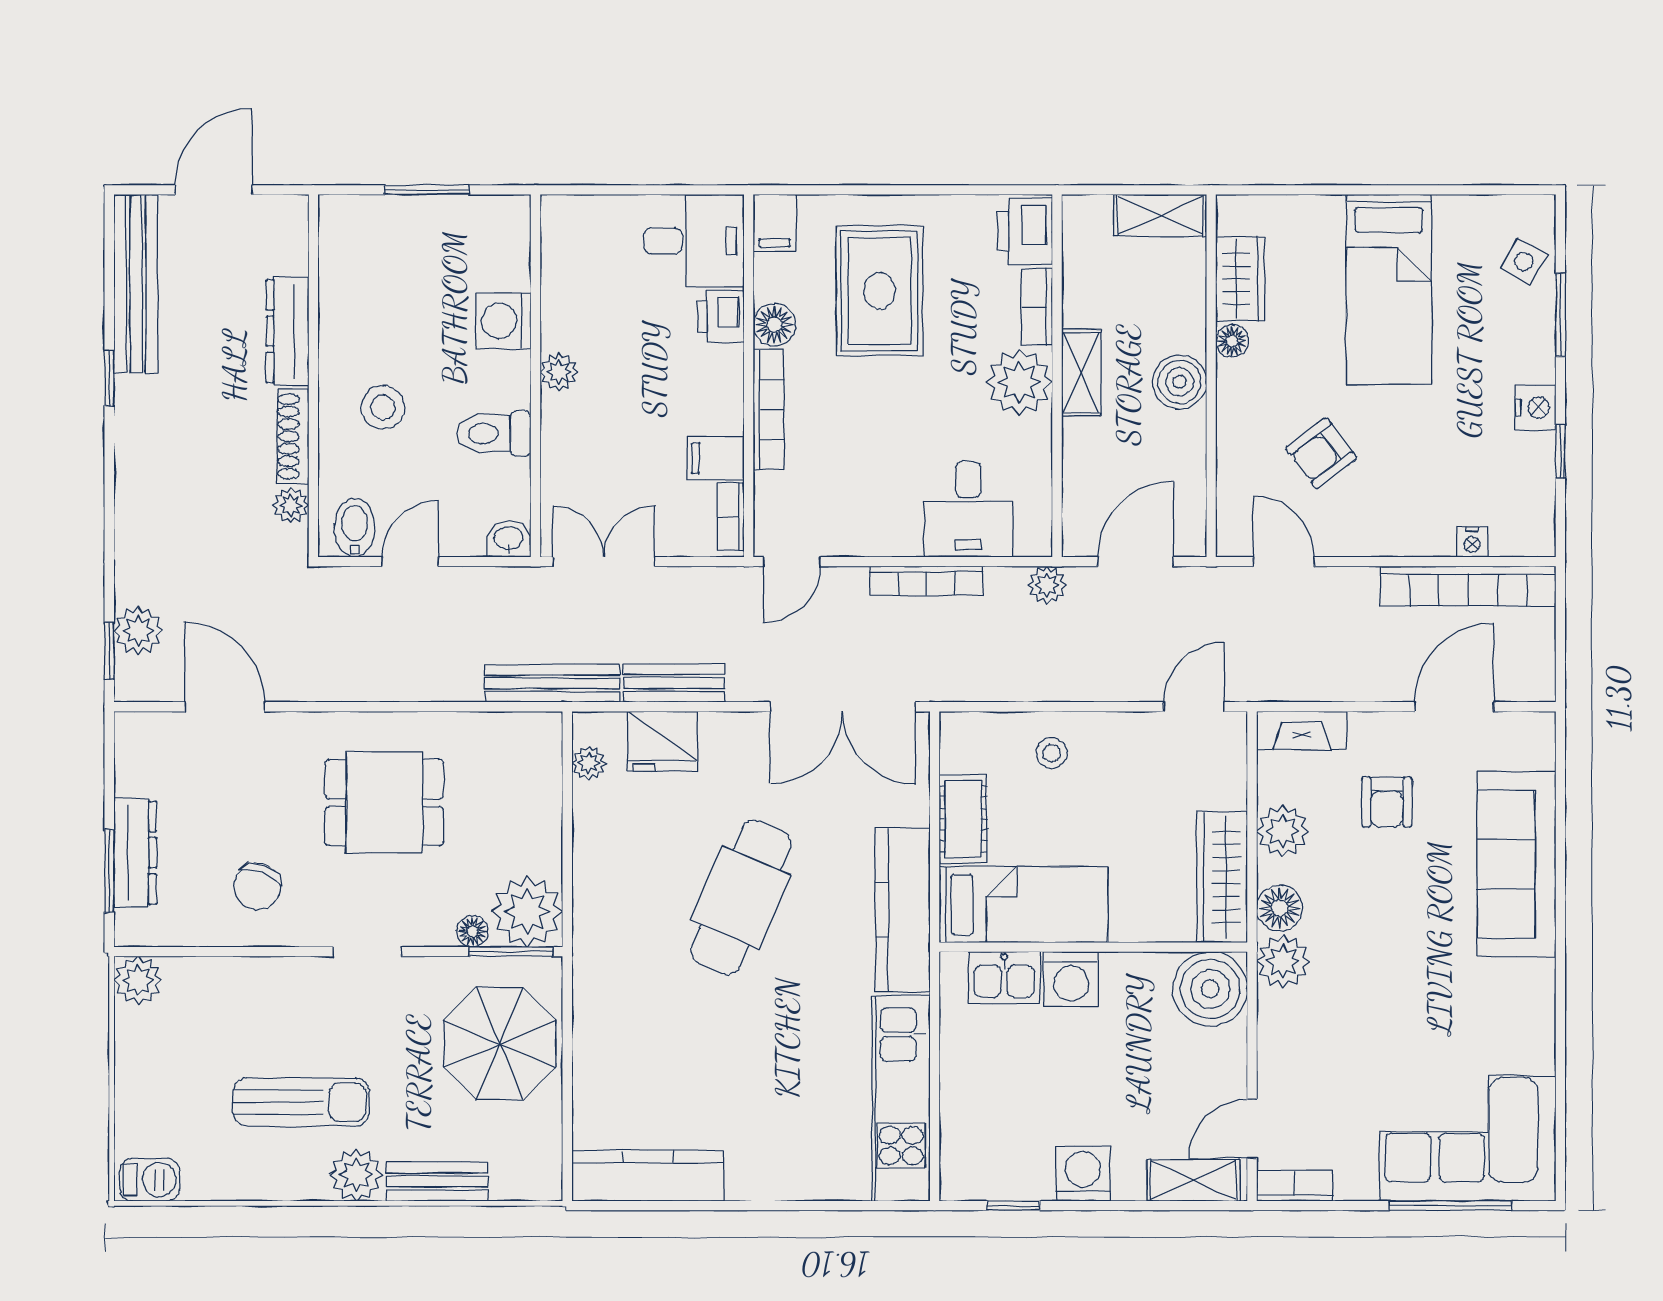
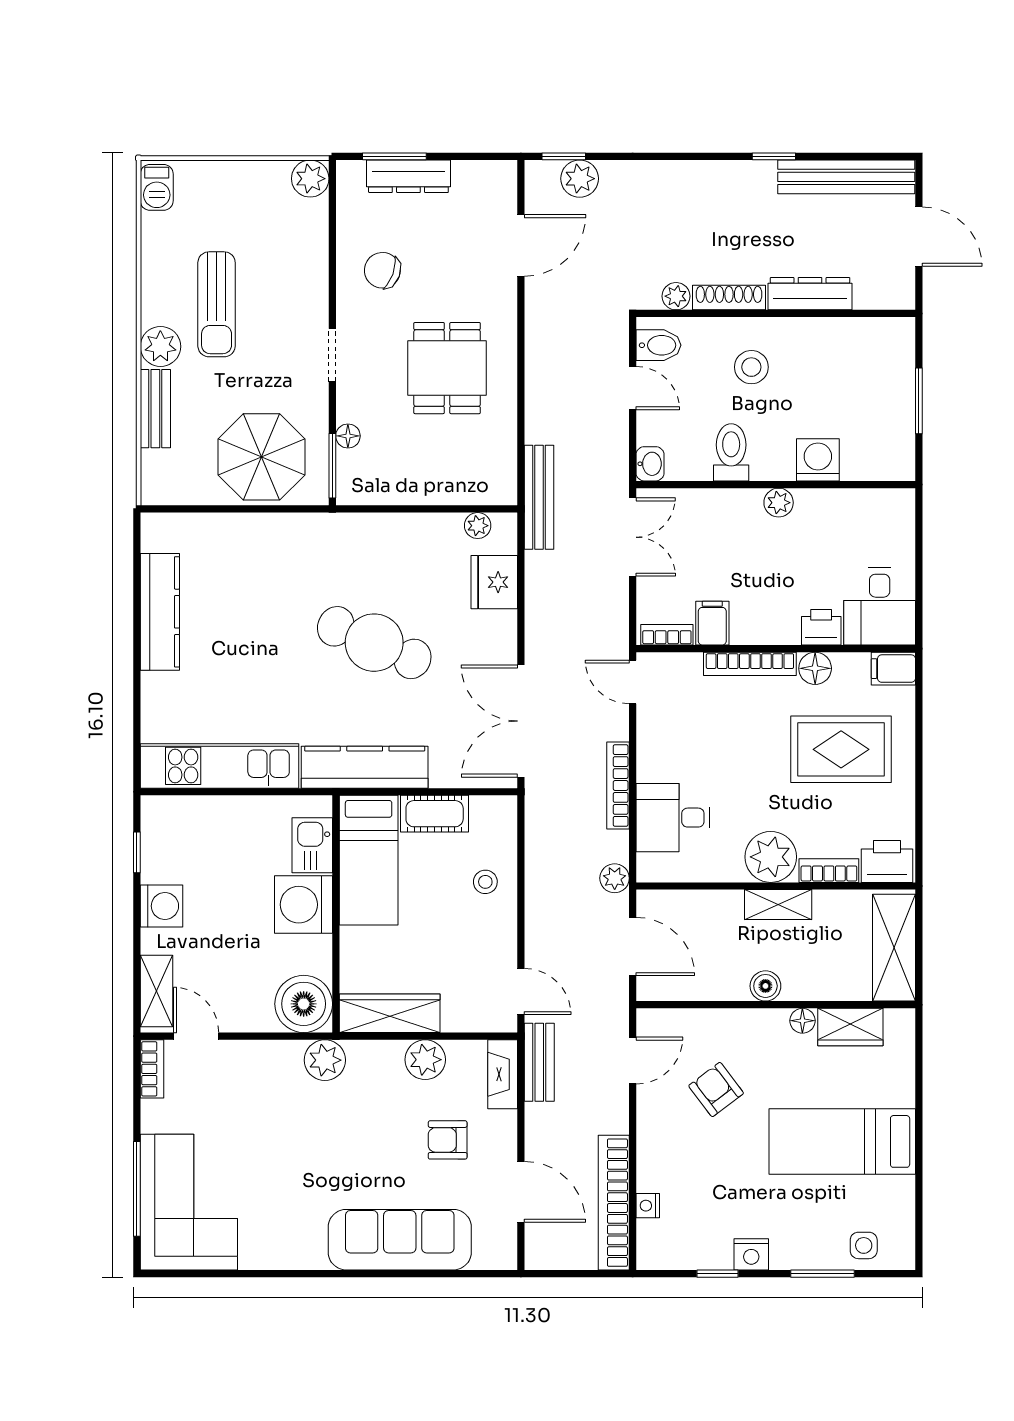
shelving: (1160, 215) -> (894, 948), width x1.50, depth x1.33
side table: (1524, 261) -> (864, 1245), turned -30
boiler: (1180, 382) -> (765, 986), width x0.73, depth x0.73
bench: (674, 683) -> (539, 1062), moved
floor lamp: (1280, 908) -> (366, 1057), removed
plant: (527, 912) -> (363, 478), removed
washing machine: (1071, 979) -> (303, 905), width x1.37, depth x1.37
kitchen counter: (648, 1176) -> (160, 612), moved

